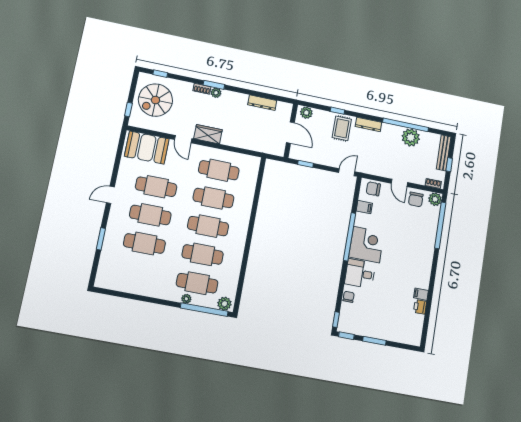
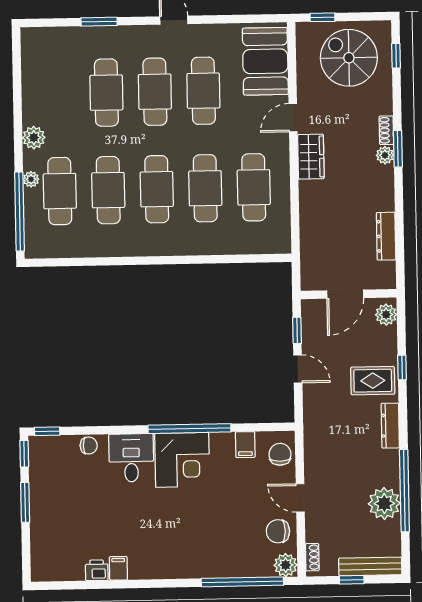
door: (347, 172) -> (298, 369), moved
door: (399, 183) -> (300, 498), hinge flipped
plant: (224, 304) -> (34, 138), moved

